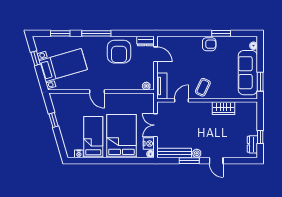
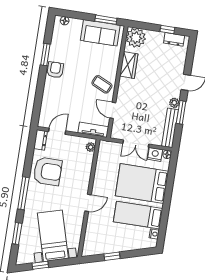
sofa: (248, 73) -> (100, 33), width x0.73
plant: (249, 110) -> (136, 38), added

